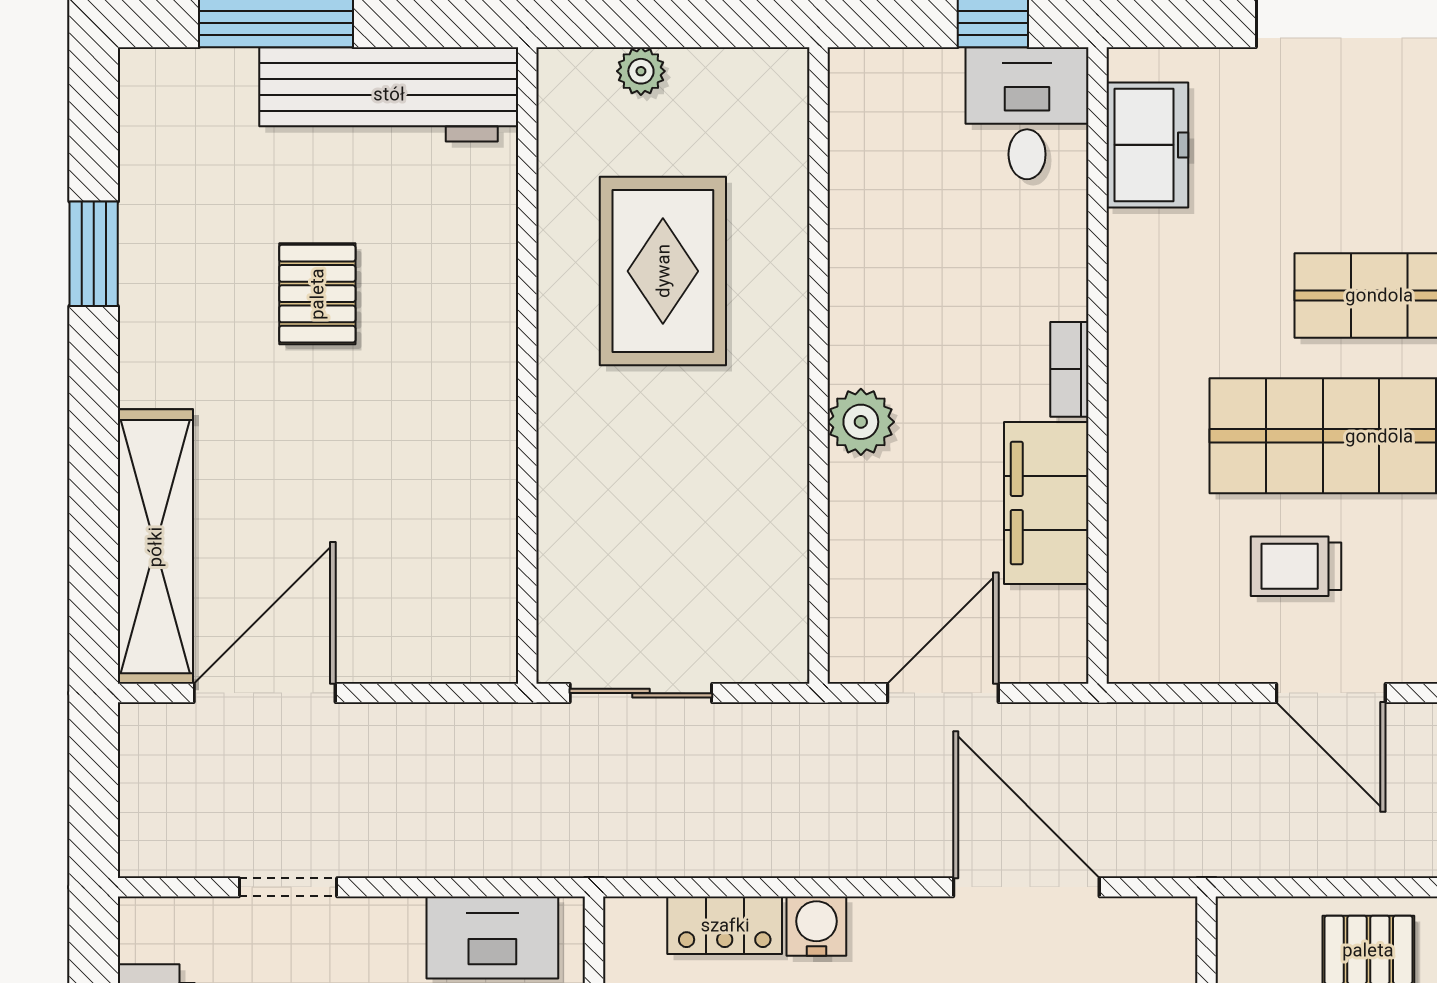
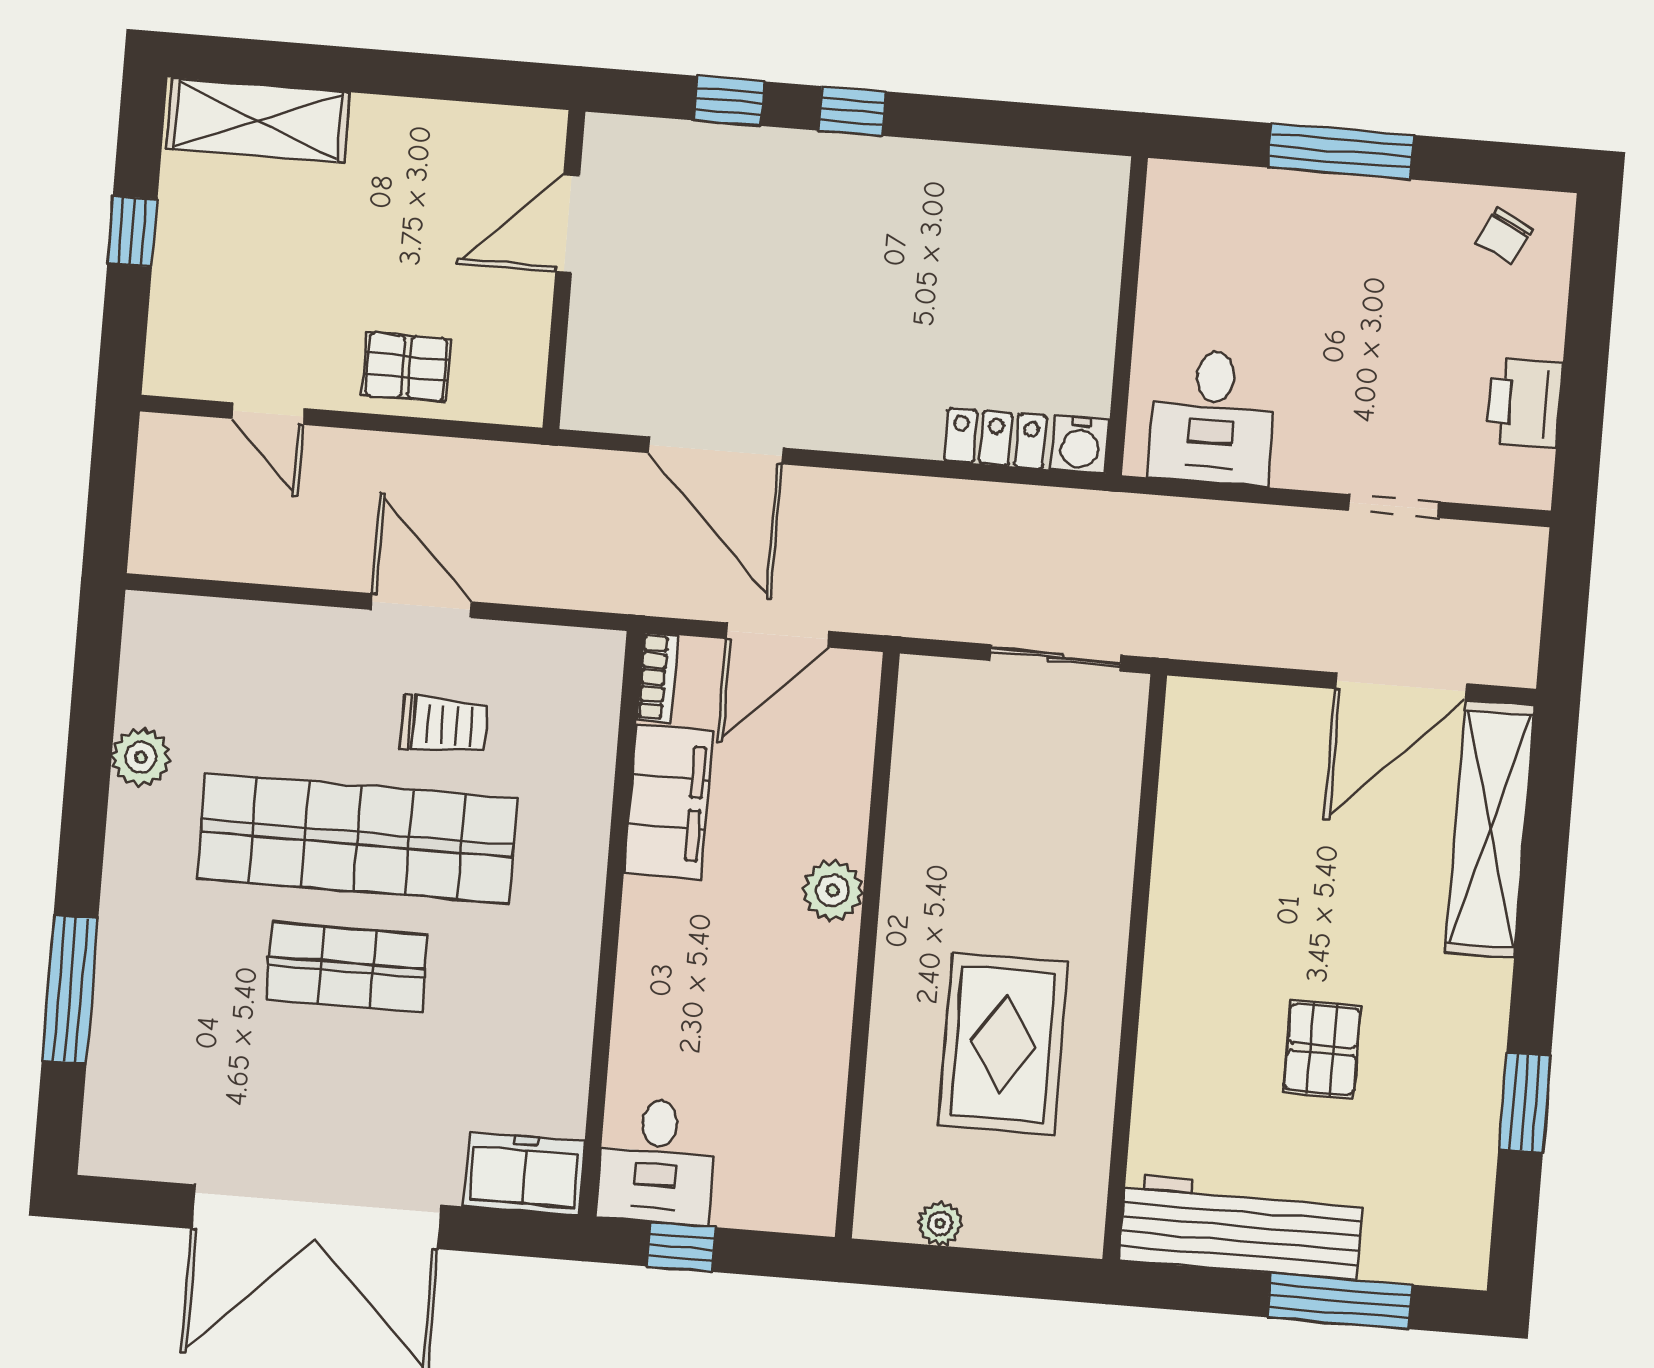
plant: (641, 71) -> (940, 1223), moved
freezer: (1147, 145) -> (524, 1174), moved, turned 90
bookcase: (1069, 369) -> (657, 677), moved
water cooler: (816, 926) -> (1080, 444), moved

